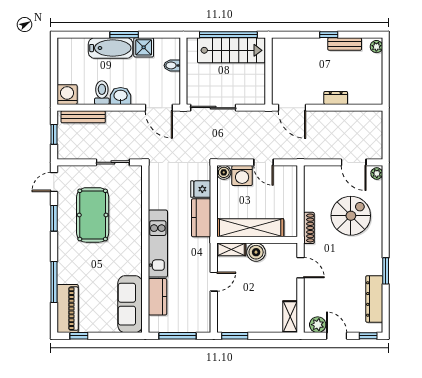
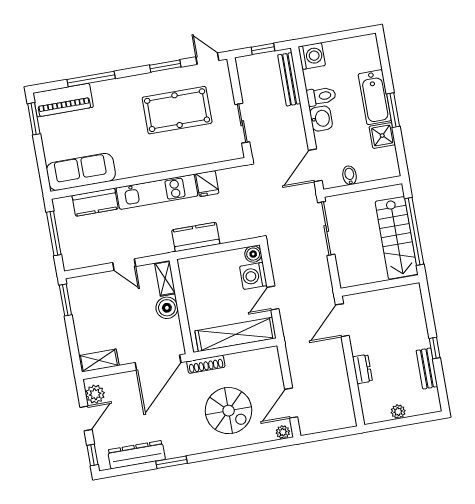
plant: (376, 47) -> (398, 412), moved
bidet: (172, 65) -> (350, 175), moved
fridge: (201, 189) -> (207, 184), moved, turned 180
shelving: (250, 228) -> (236, 334), moved, turned 90
door: (300, 268) -> (158, 363), width x1.87
window: (79, 336) -> (34, 119), width x1.50

